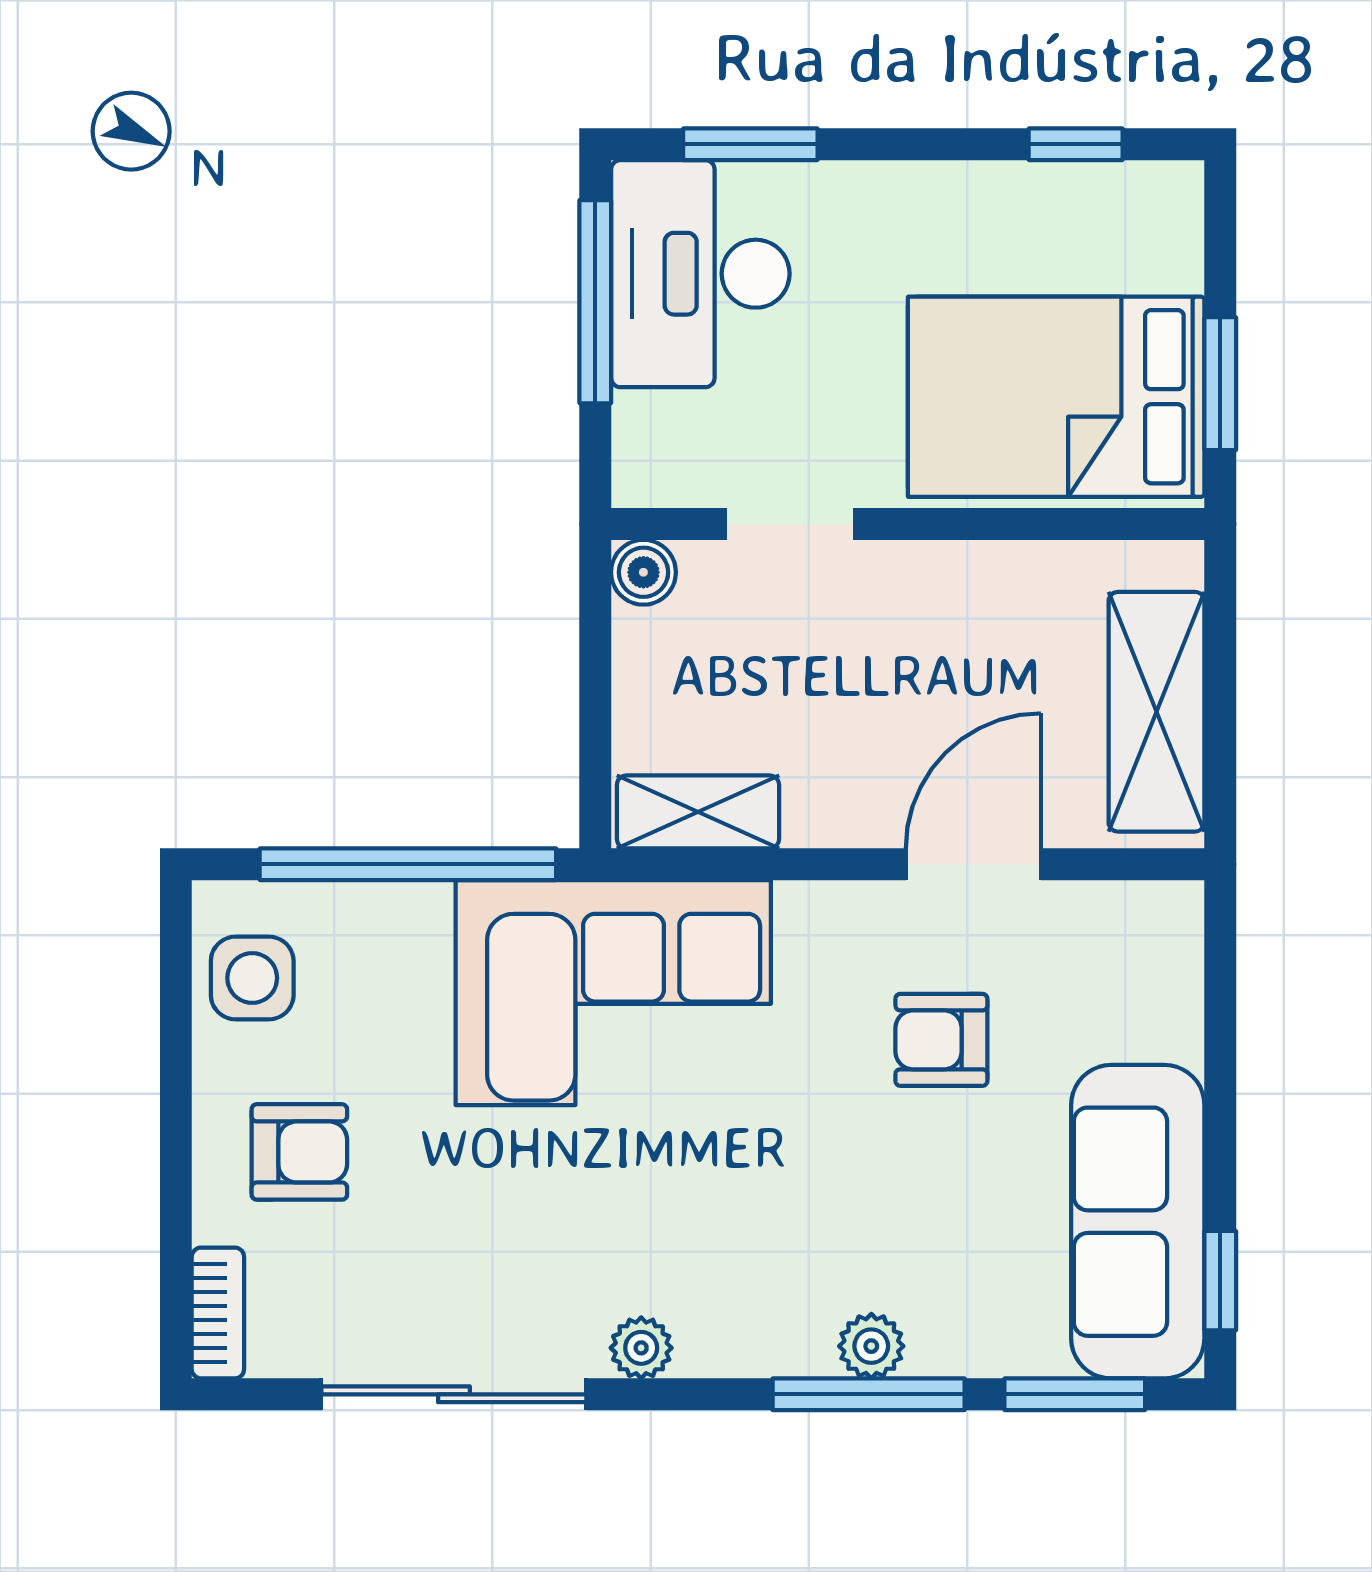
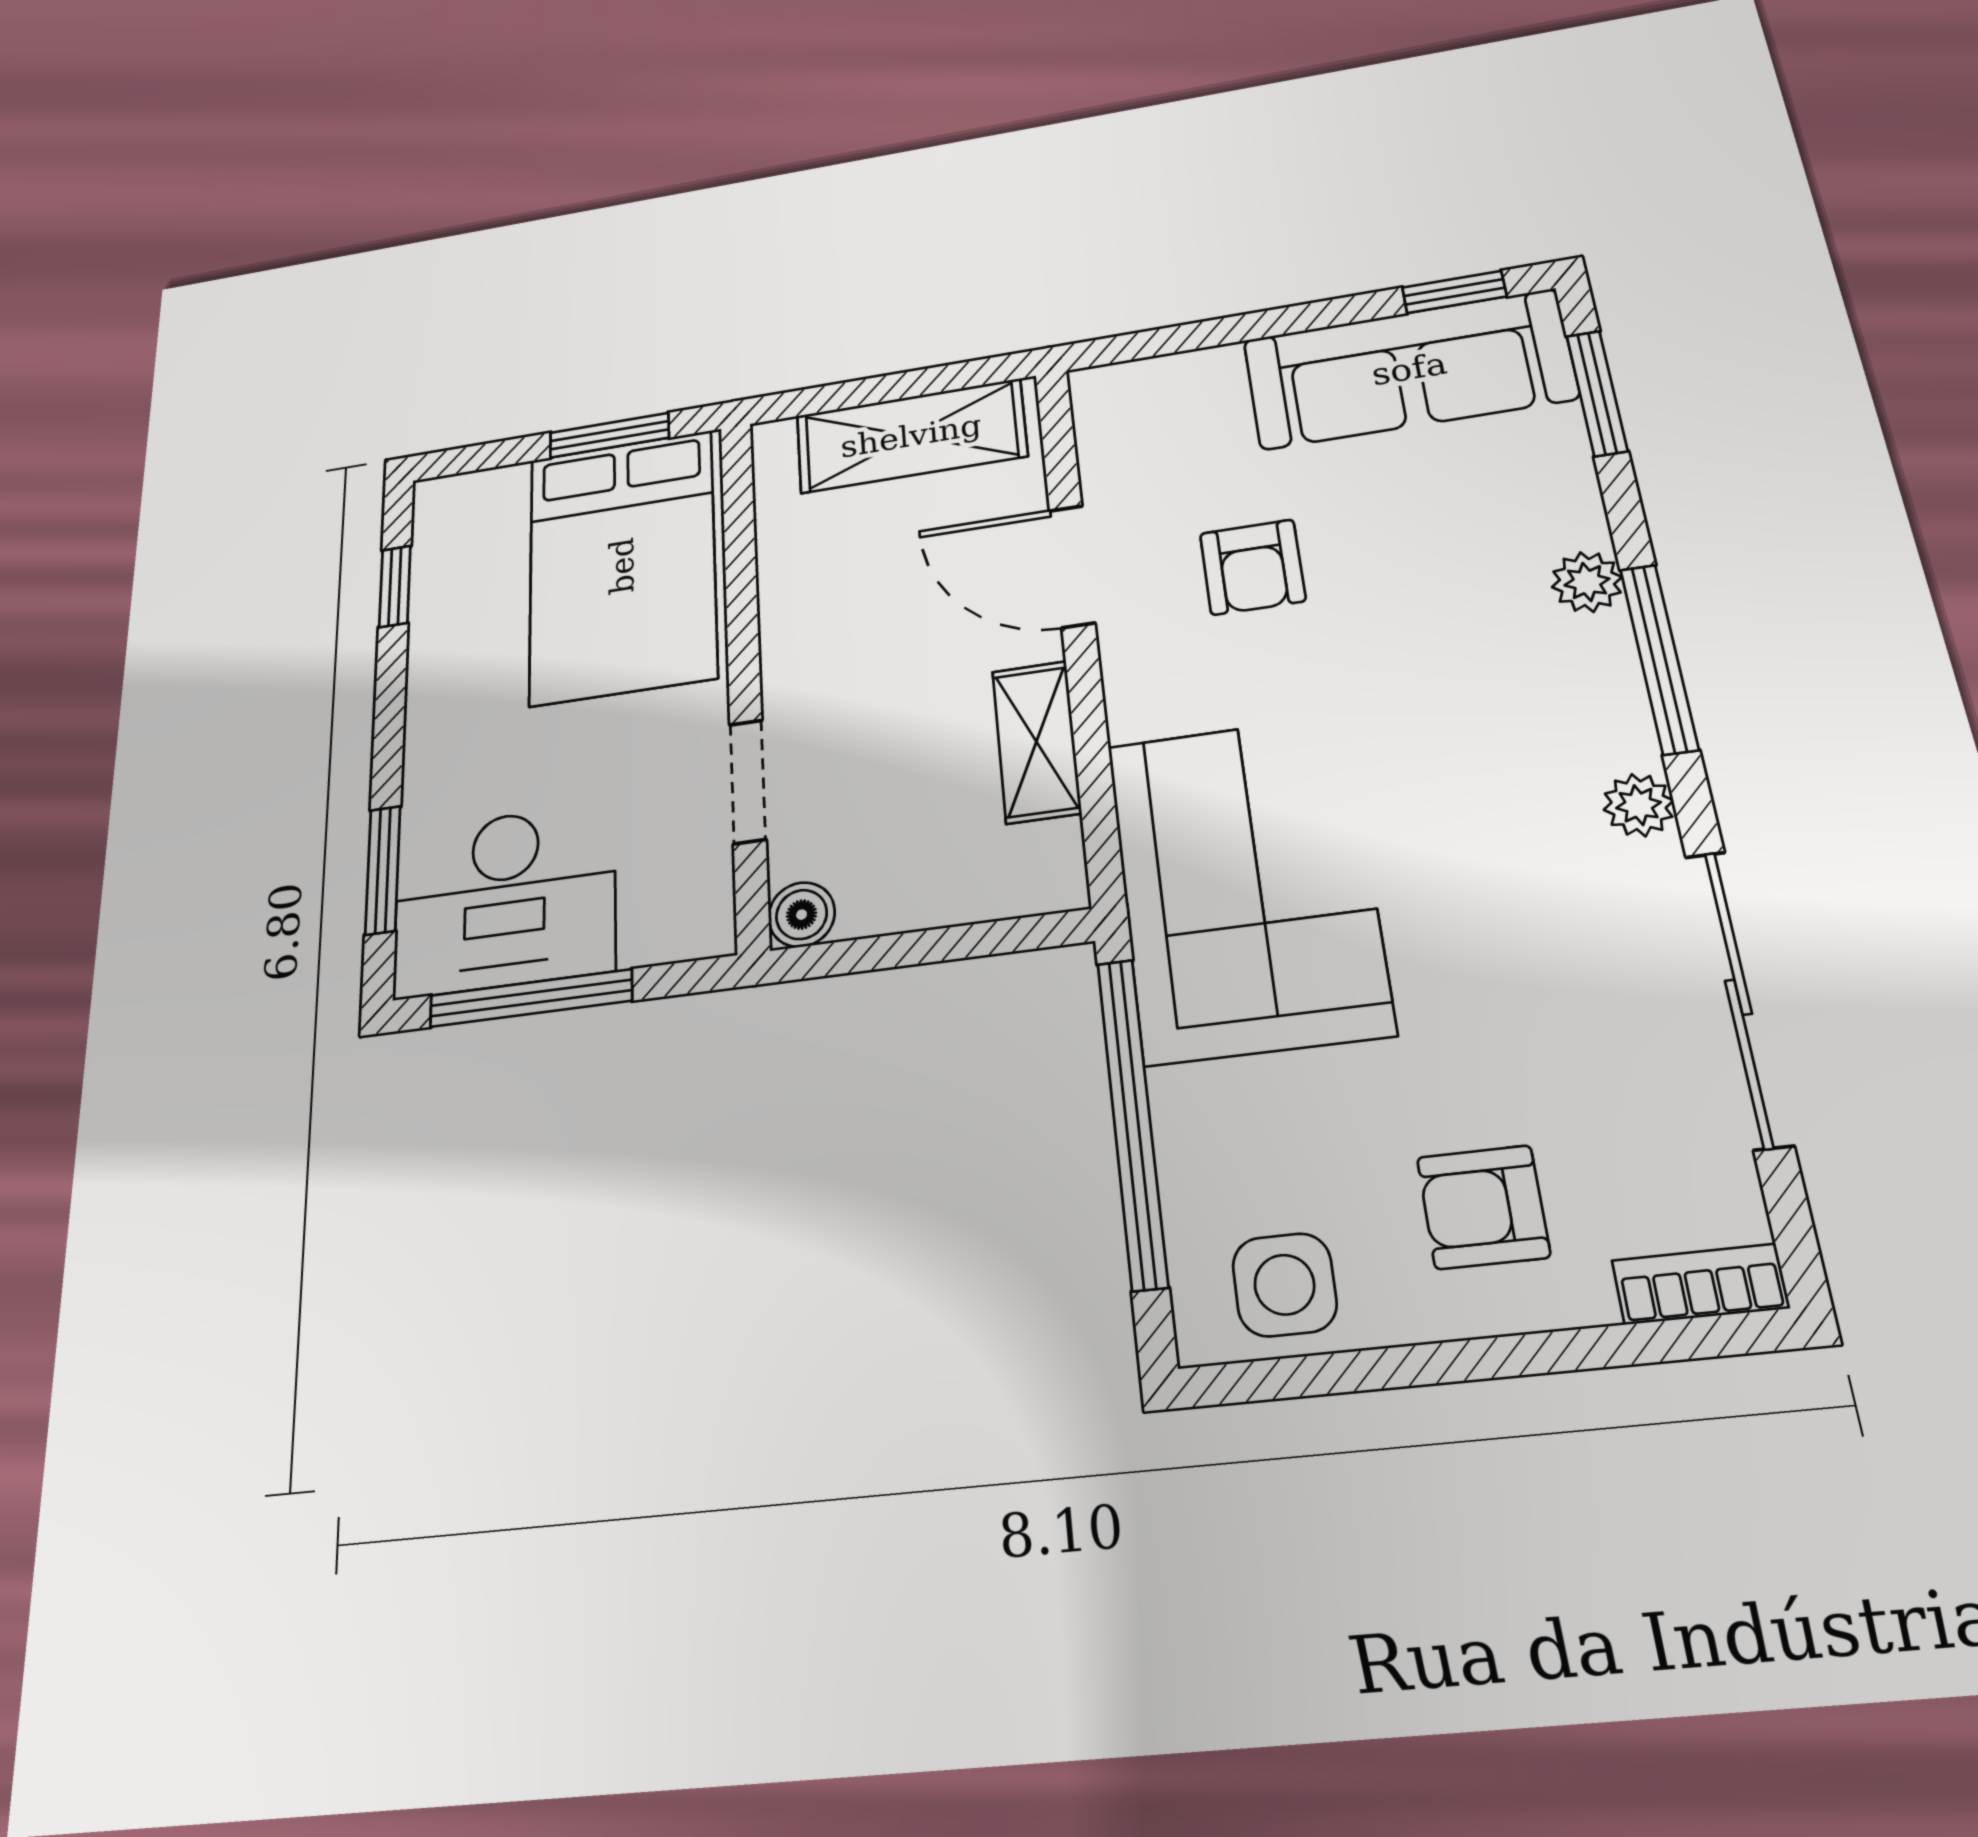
shelving: (698, 812) -> (1036, 742), moved
armchair: (299, 1152) -> (1483, 1207), turned -90
window: (869, 1394) -> (1659, 658), moved

